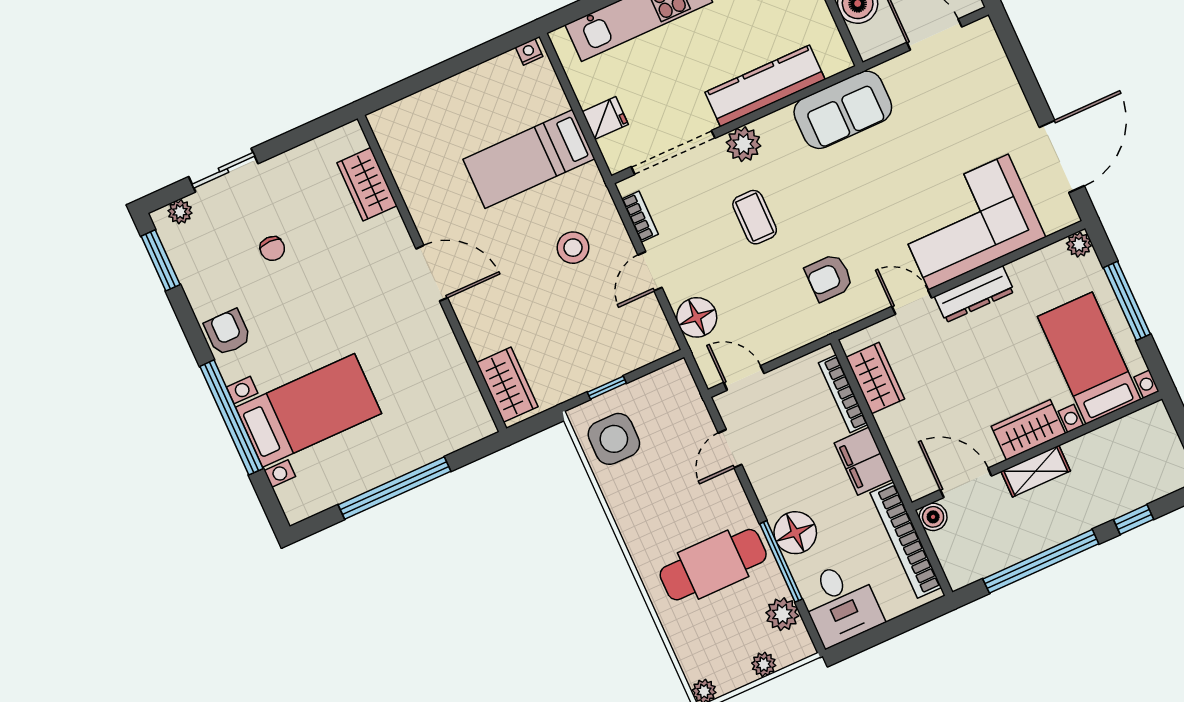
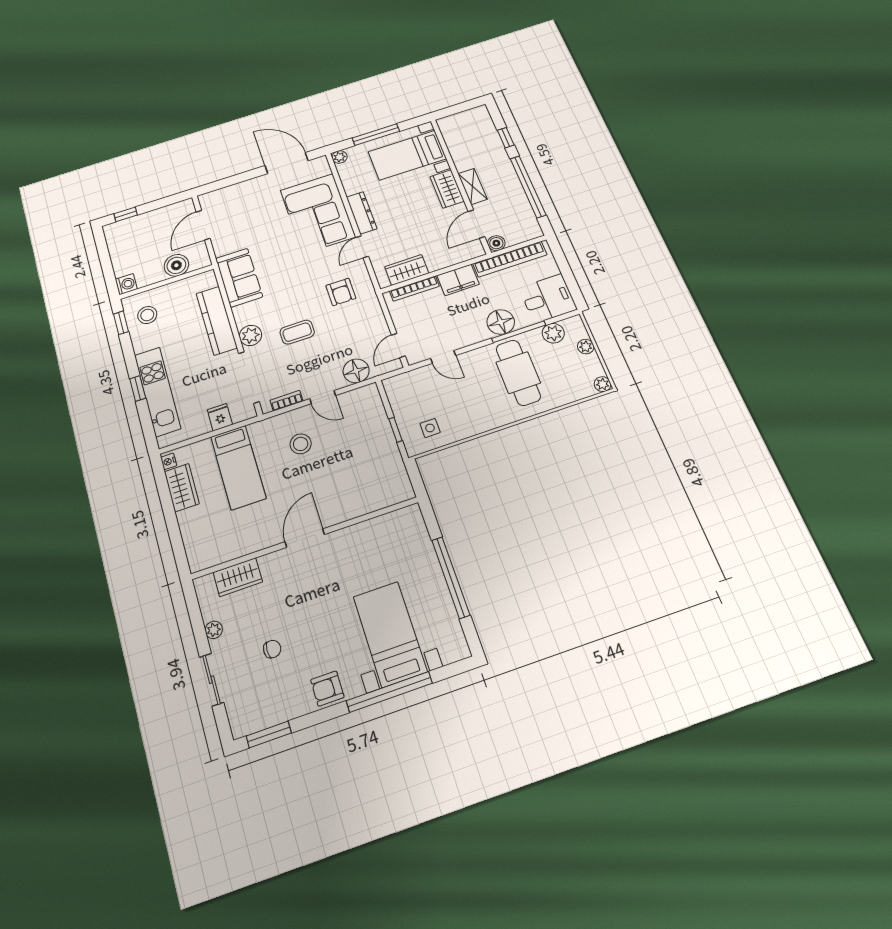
plant: (180, 212) -> (214, 630), moved
wardrobe: (507, 385) -> (182, 488), moved, turned 90
side table: (614, 439) -> (430, 428), width x0.54, depth x0.54

